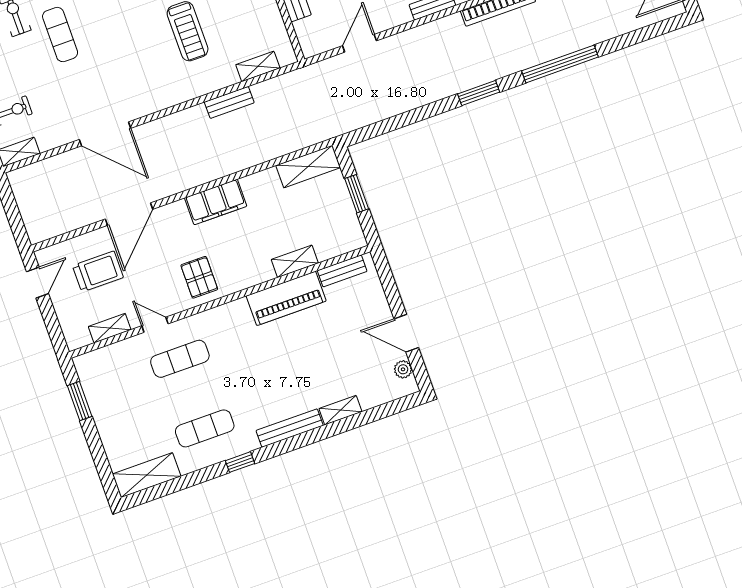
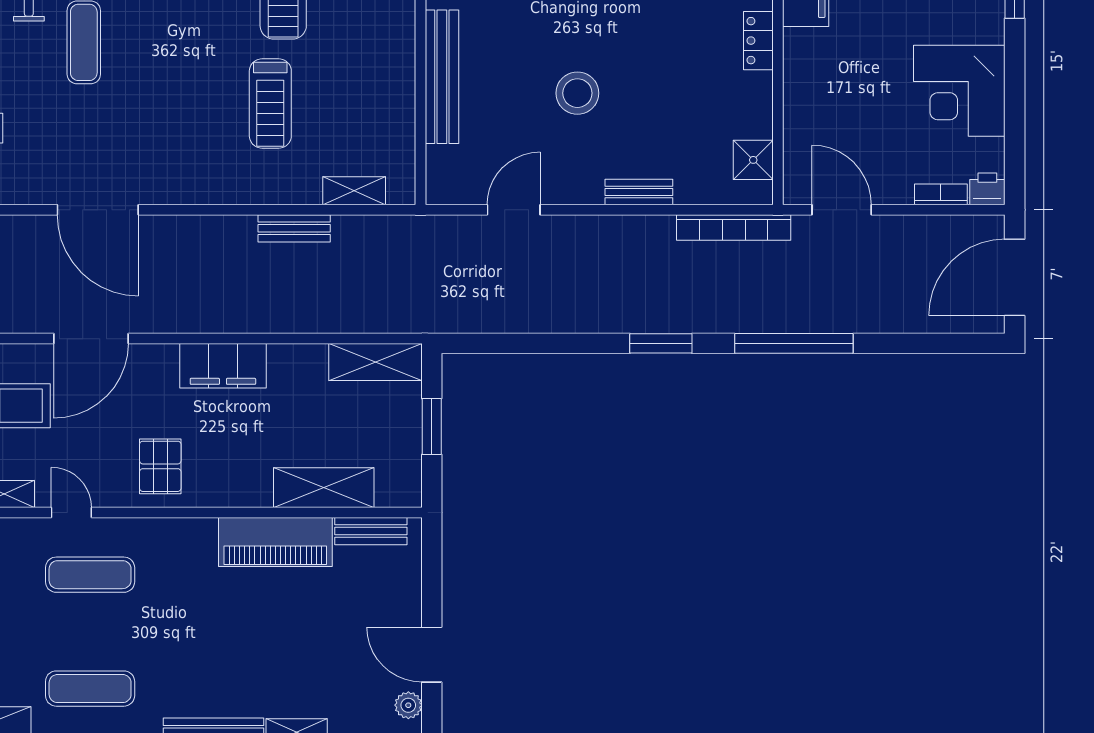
shelving: (295, 261) -> (324, 488), width x1.50, depth x1.33

